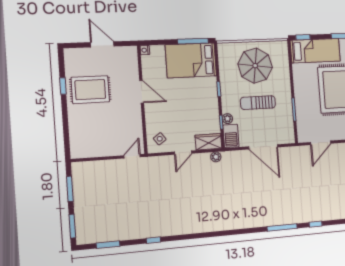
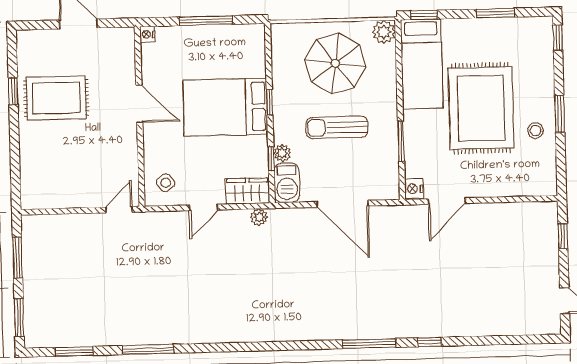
window: (193, 41) -> (206, 21), moved
plant: (281, 47) -> (384, 32), added
bed: (315, 51) -> (422, 64), moved, turned 90
bed: (191, 60) -> (225, 107), moved
nightstand: (302, 137) -> (414, 189), added
window: (153, 240) -> (148, 349), width x2.17

